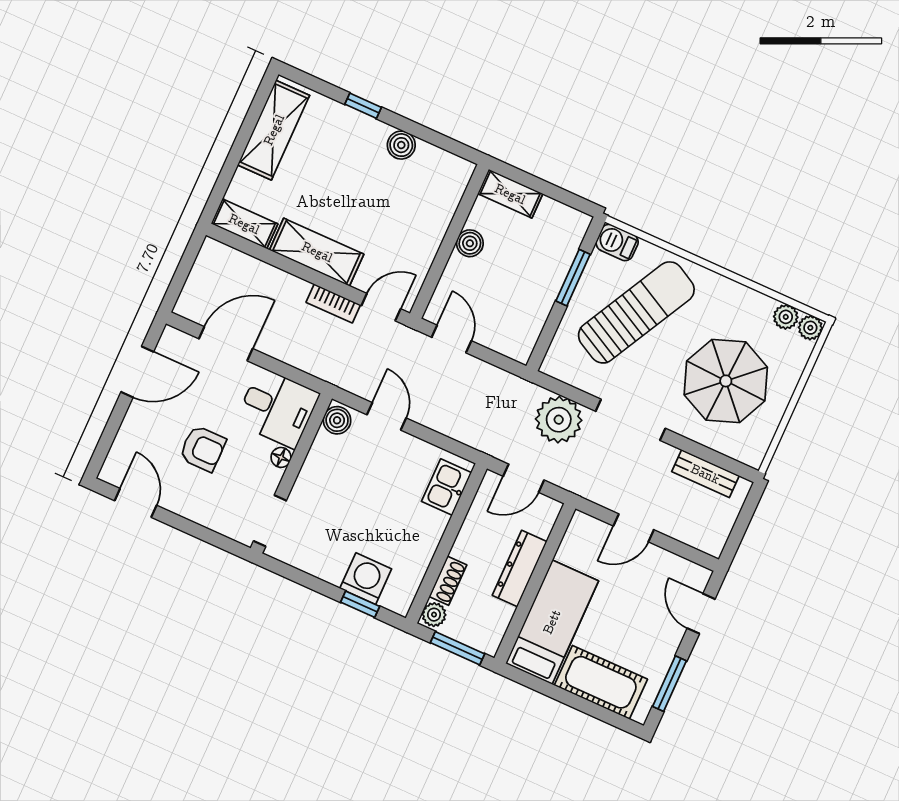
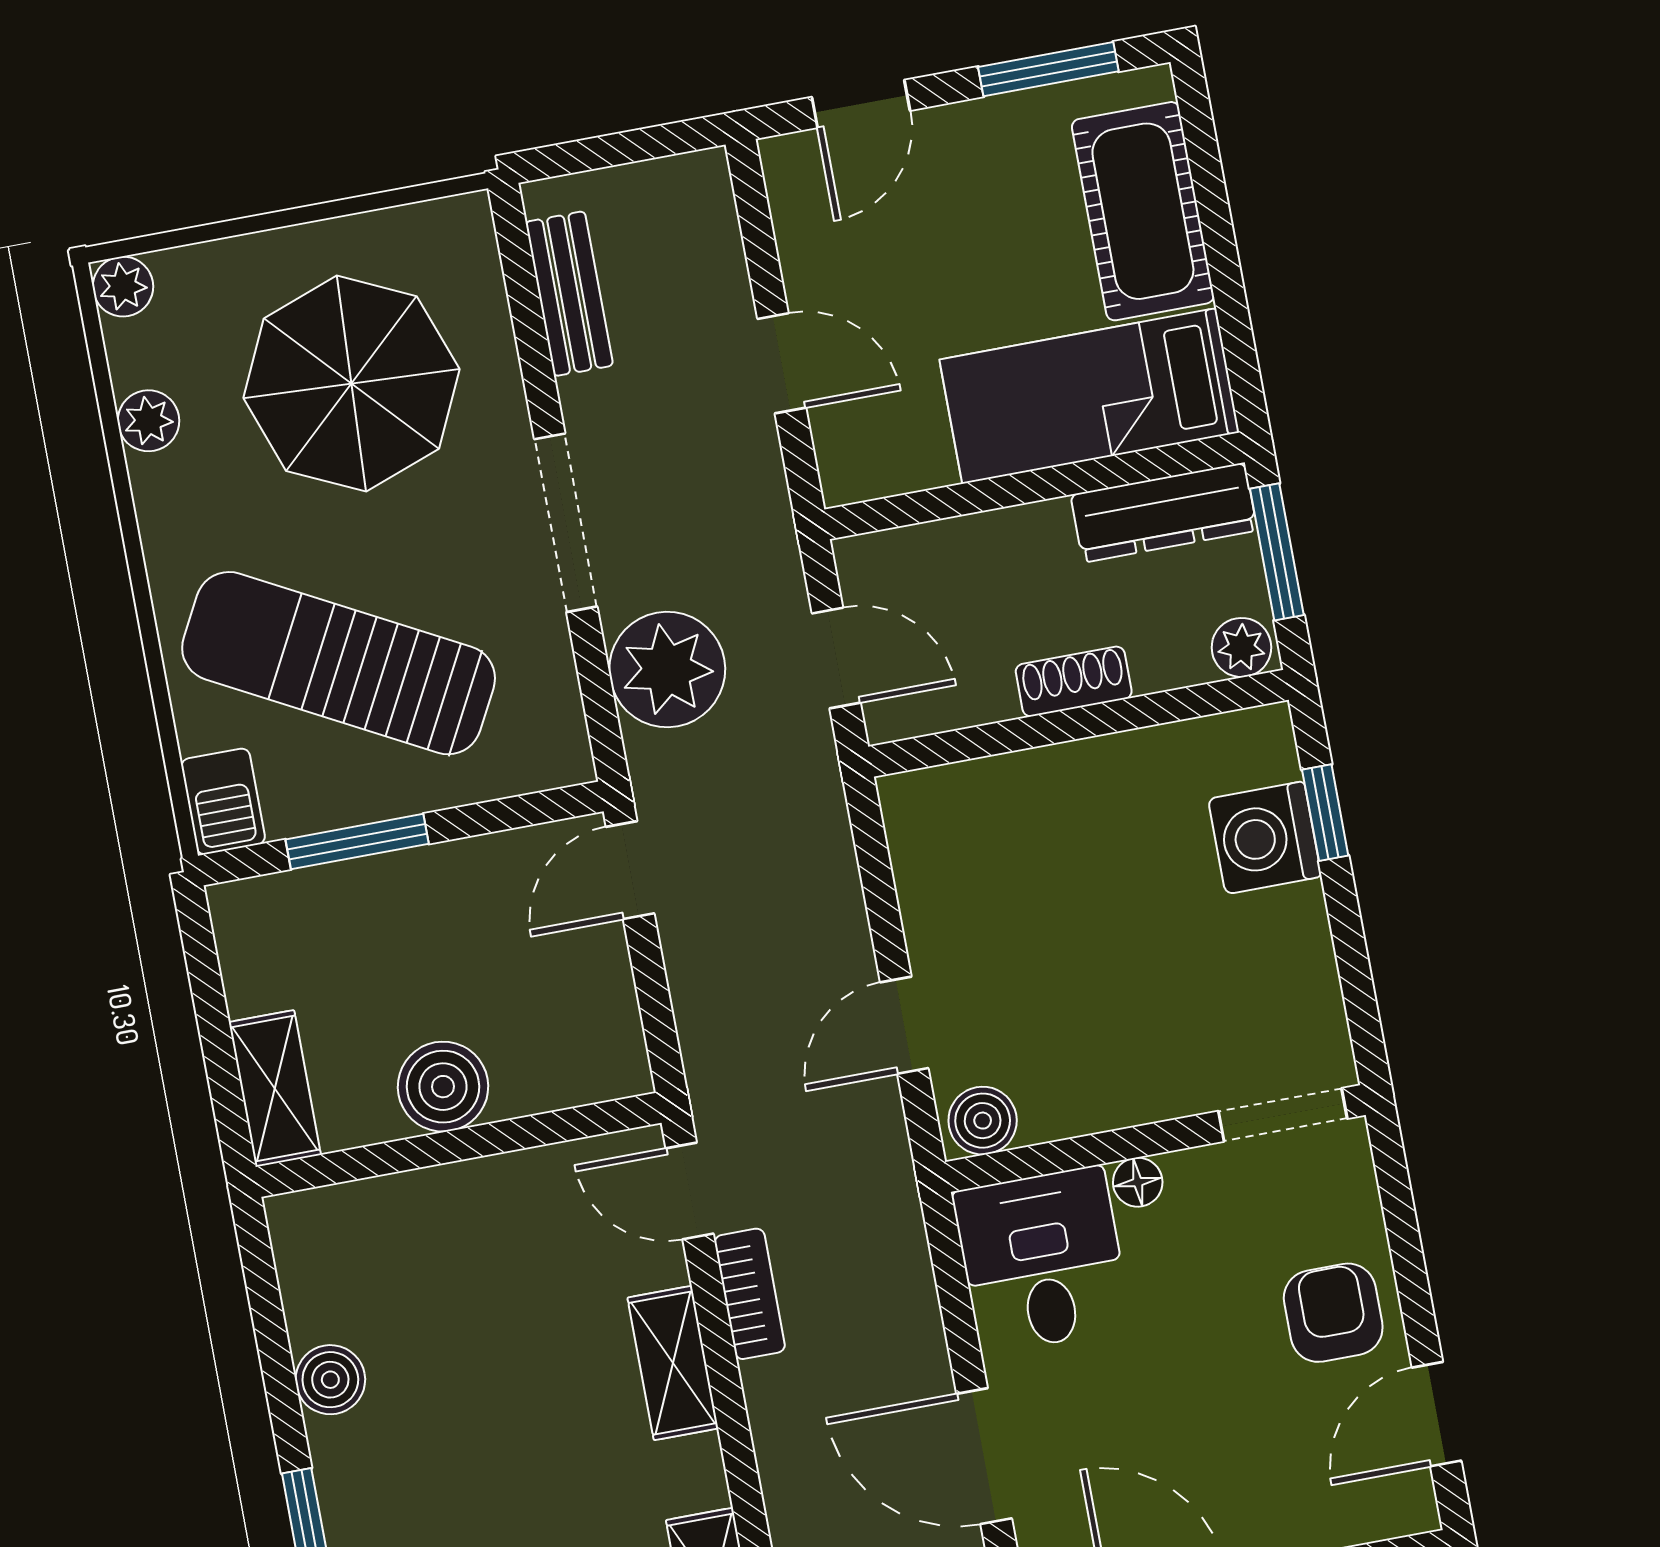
boiler: (470, 243) -> (443, 1087), width x1.36, depth x1.36
shelving: (317, 252) -> (673, 1363), width x0.67, depth x0.75
plant: (786, 317) -> (148, 421), moved
door: (452, 339) -> (630, 870), moved
armchair: (203, 449) -> (1333, 1313), moved
kitchen sink: (446, 487) -> (964, 803), removed
dresser: (520, 569) -> (1164, 513), moved
shoe rack: (448, 581) -> (1074, 681), moved

